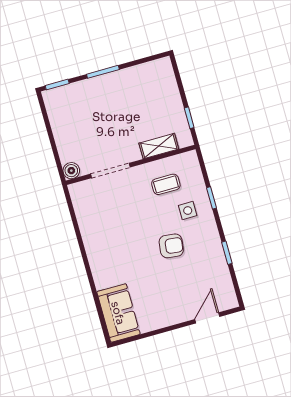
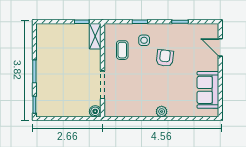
shelving: (159, 146) -> (95, 36), moved
plant: (97, 262) -> (162, 112), added
sofa: (118, 313) -> (208, 90), moved, turned -90

